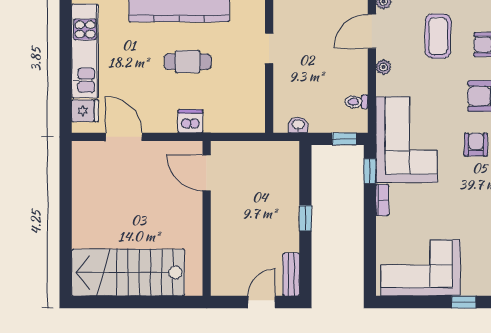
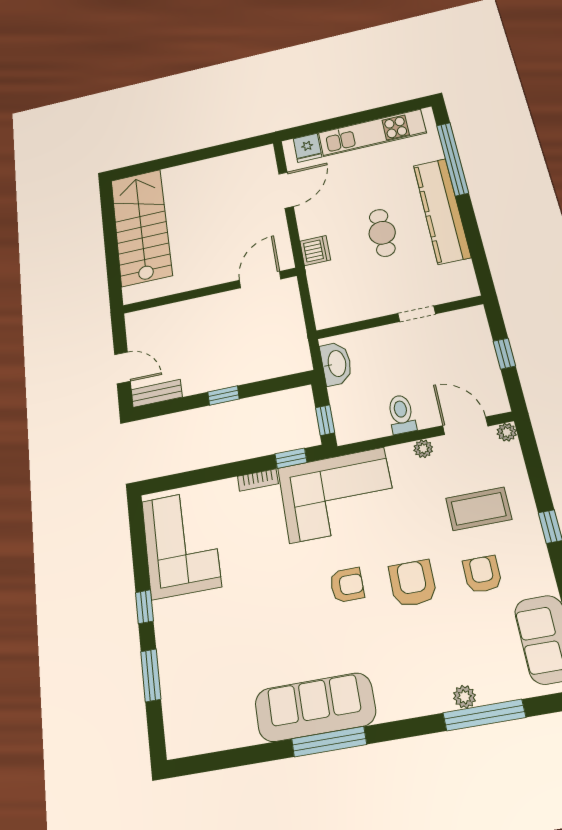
toilet: (357, 102) -> (401, 414), moved, width x1.37, depth x1.39
washbasin: (298, 125) -> (336, 364), width x1.91, depth x1.45

